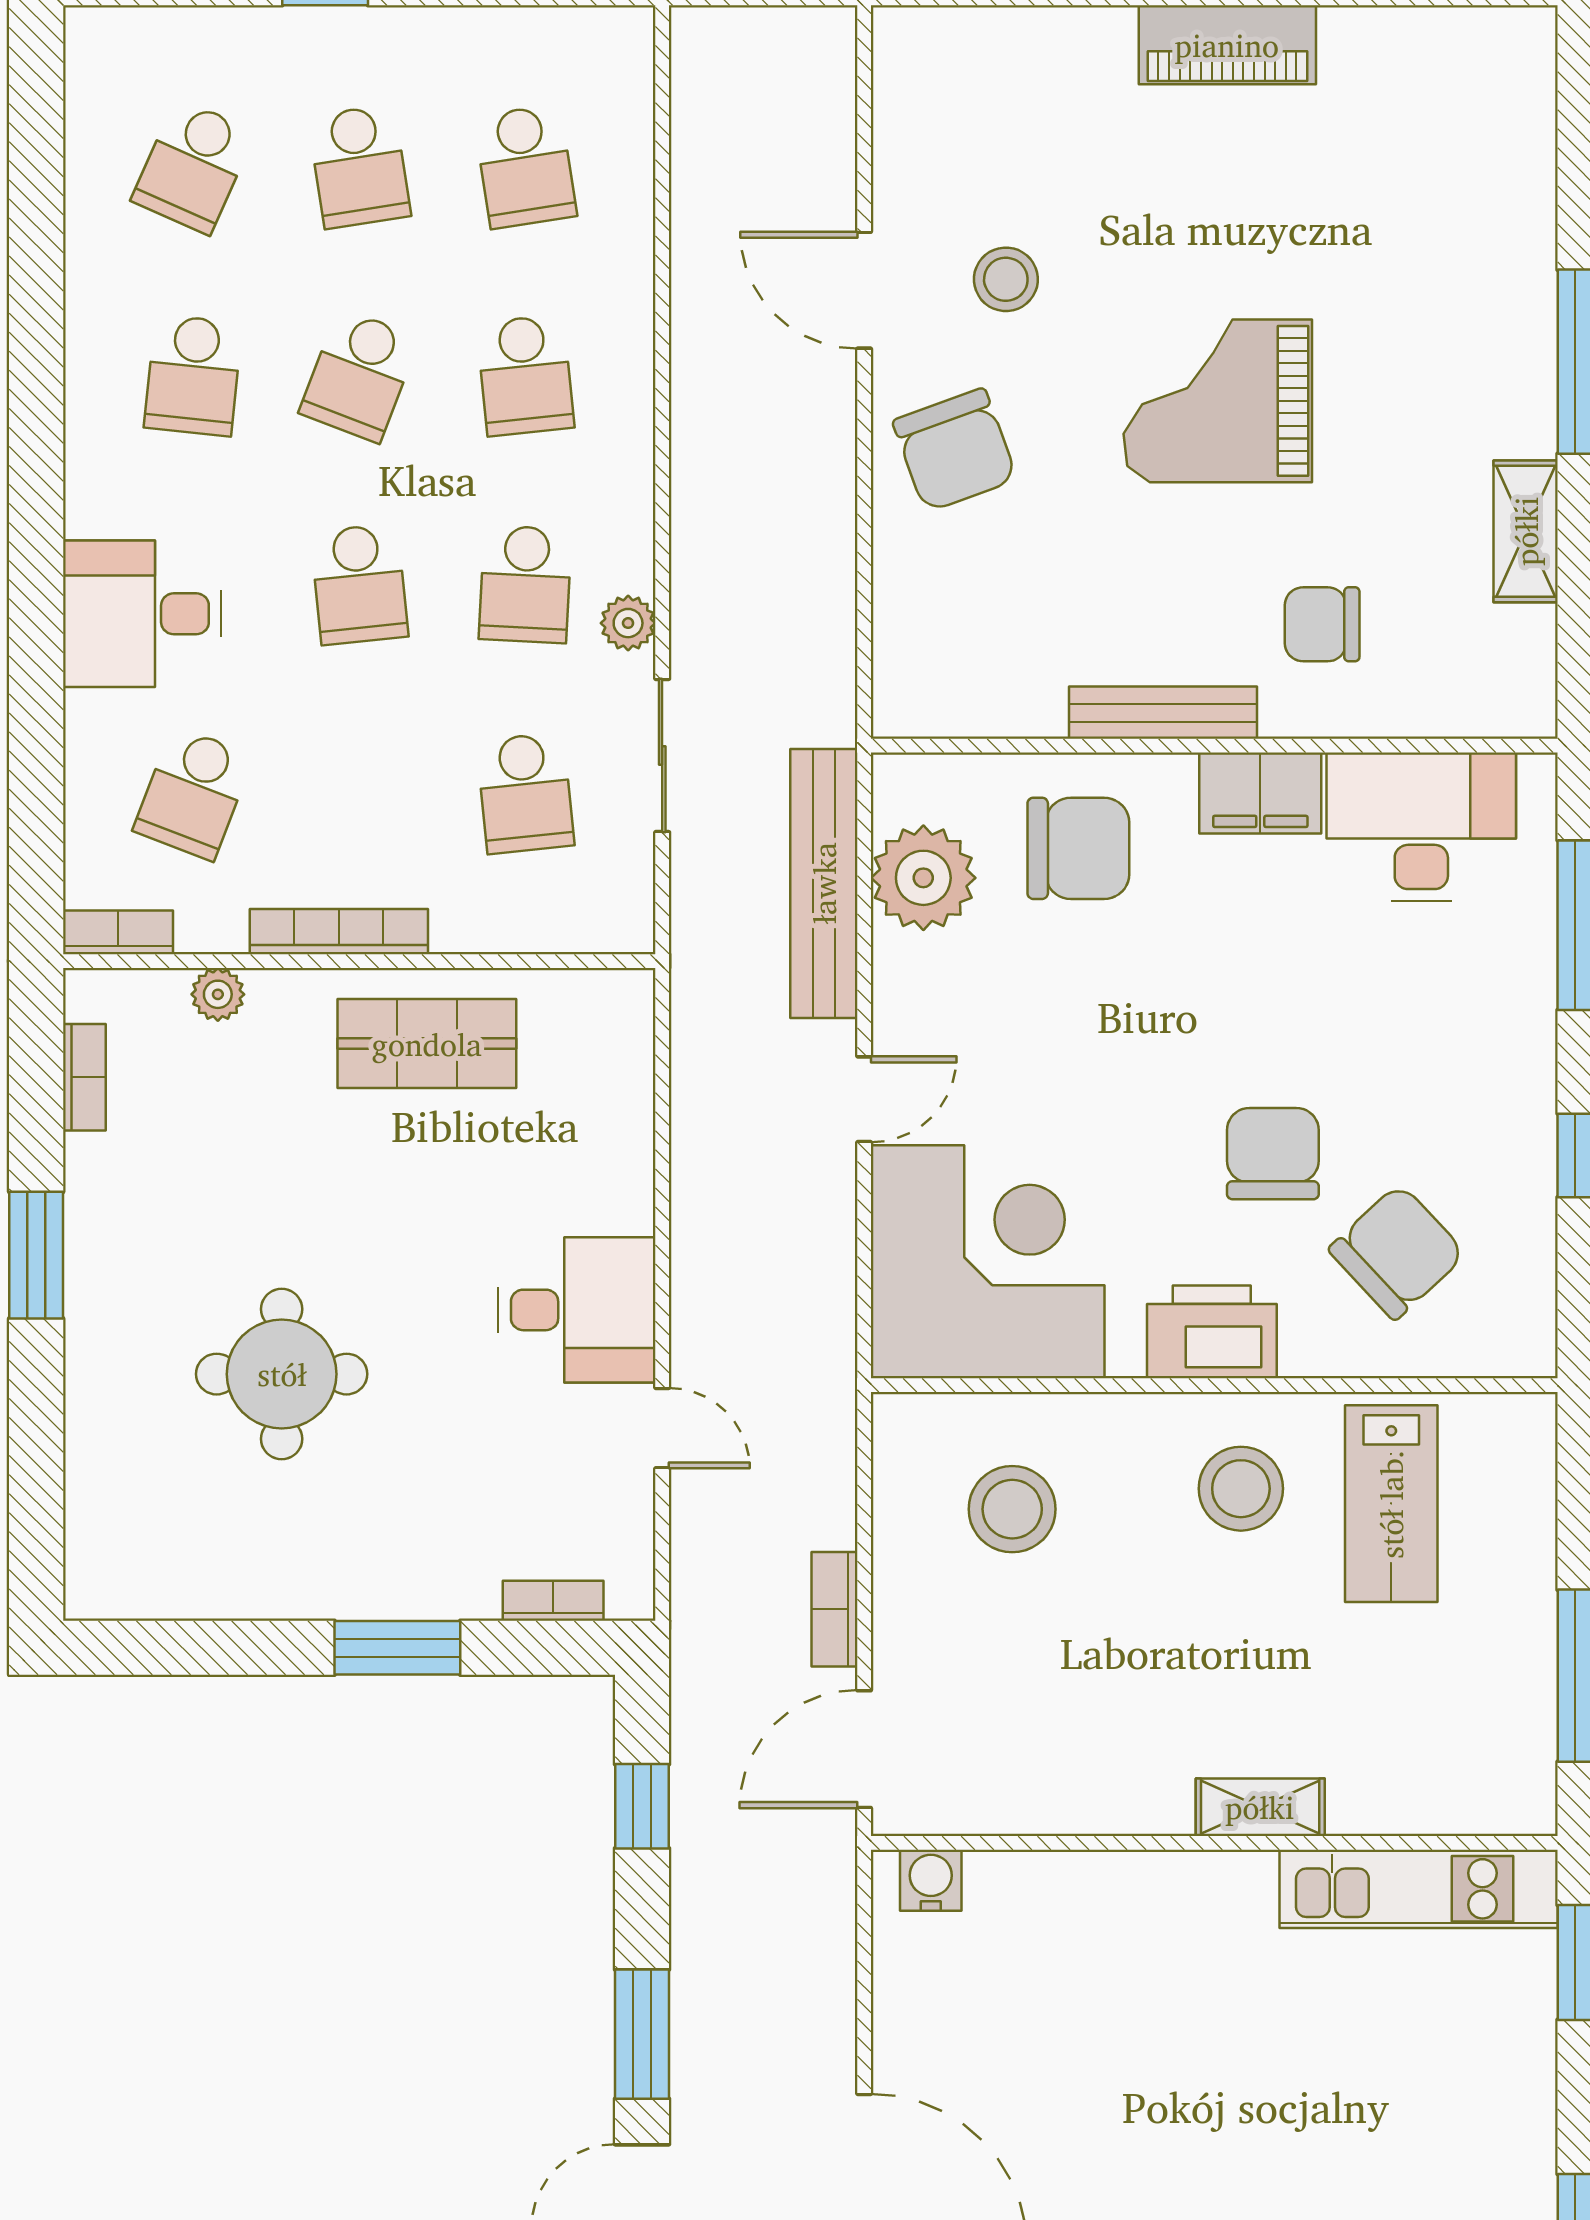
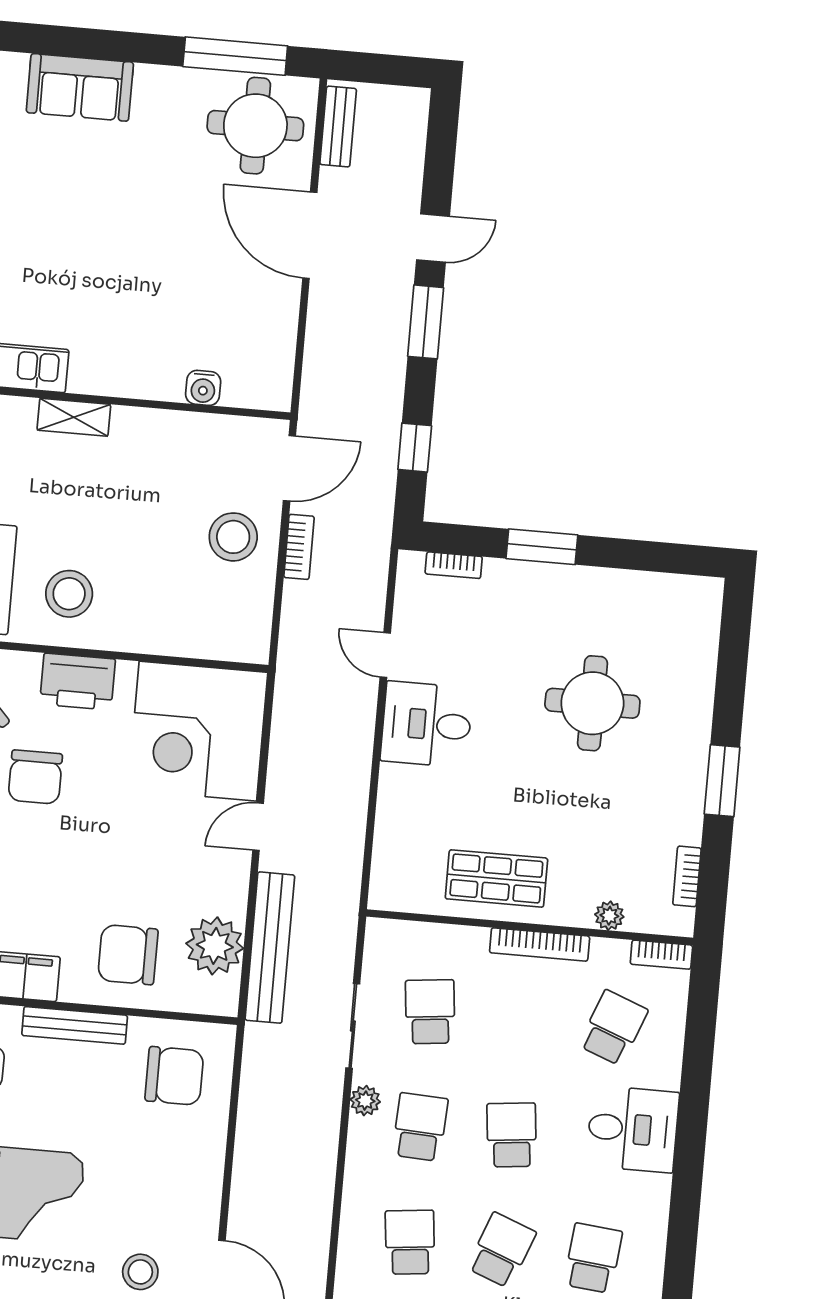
chair: (955, 450) -> (174, 1076), moved, turned 110
stool: (1012, 1509) -> (233, 537), moved
water cooler: (931, 1880) -> (203, 388), moved

